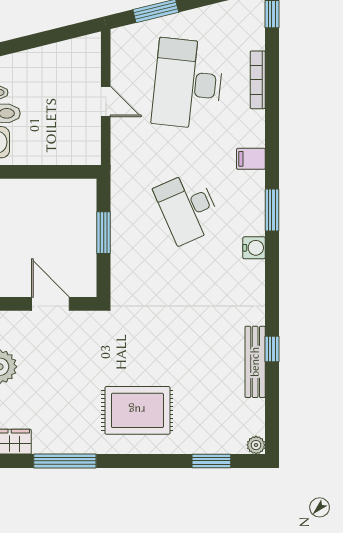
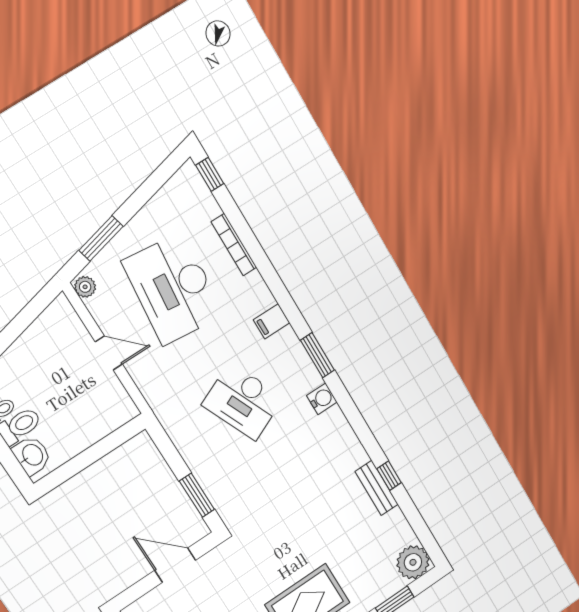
plant: (120, 40) -> (85, 287), added
window: (104, 233) -> (197, 495), moved
bench: (255, 362) -> (377, 488), width x0.73
plant: (256, 445) -> (413, 562), width x1.88, depth x1.88

